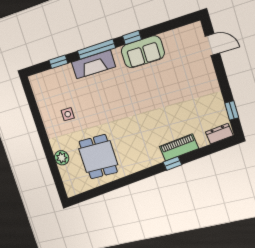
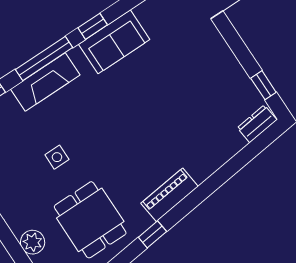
side table: (68, 114) -> (57, 157), moved
piano: (179, 148) -> (170, 195), moved
window: (172, 163) -> (152, 234), moved

